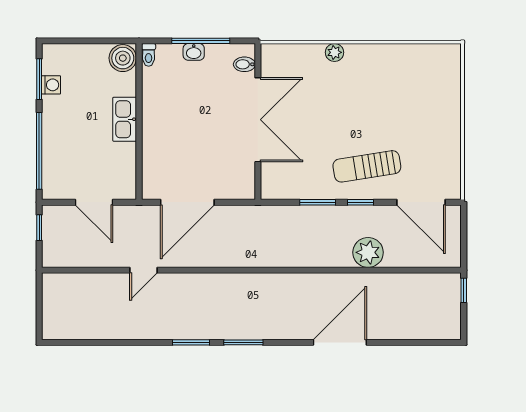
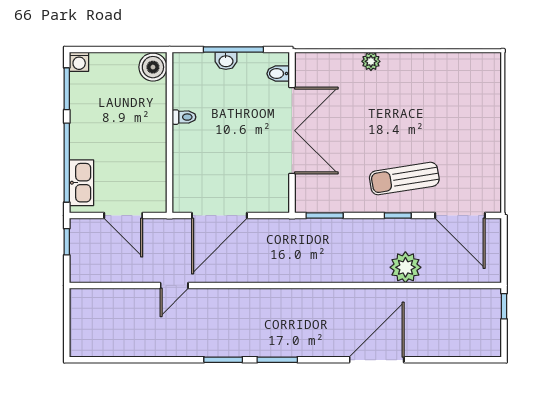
toilet: (149, 55) -> (184, 117), moved, turned -90
washing machine: (51, 85) -> (79, 62), moved, turned 90
kitchen sink: (125, 119) -> (82, 183), moved, turned 180
window: (318, 202) -> (325, 216), moved

